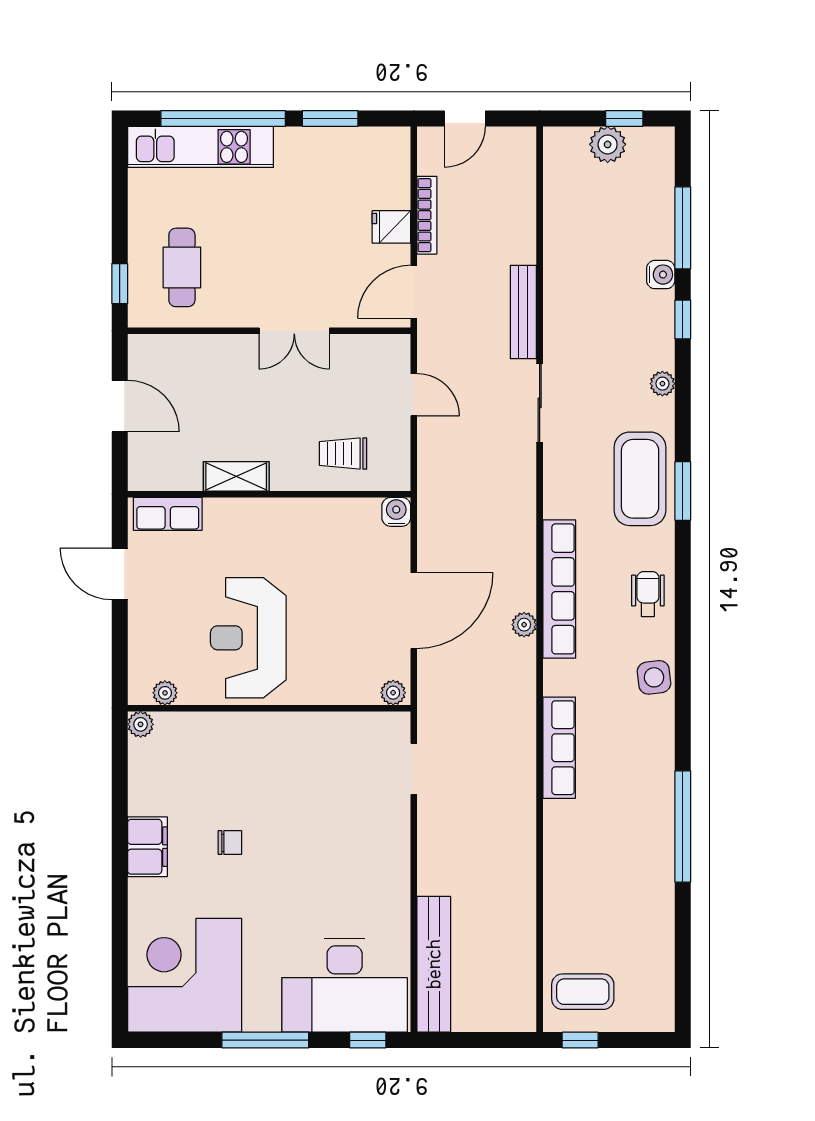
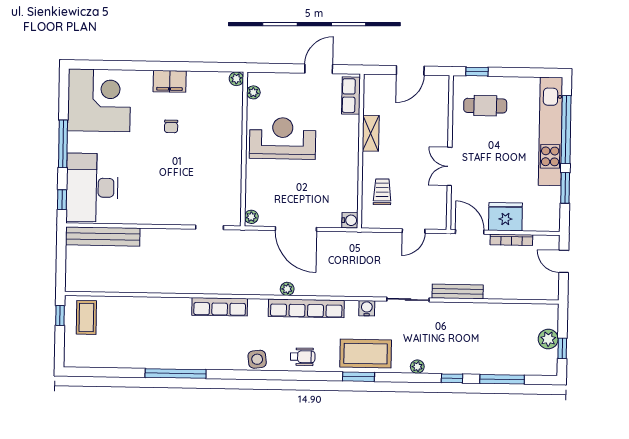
kitchen unit: (200, 147) -> (551, 131), width x1.36
fridge: (391, 227) -> (505, 217), width x1.88, depth x1.34
water cooler: (661, 275) -> (367, 308), moved, turned 180

